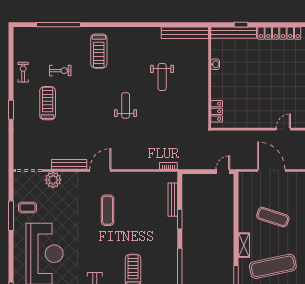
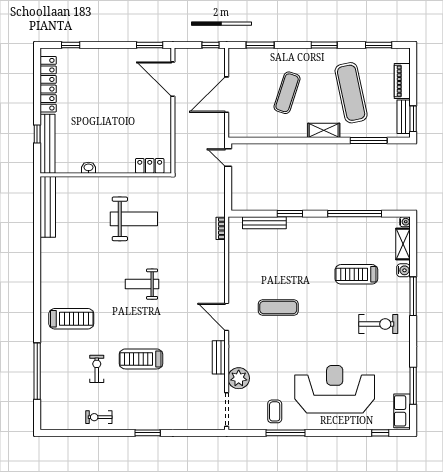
weight bench: (162, 77) -> (134, 219), moved, width x1.36, depth x1.33
treadmill: (48, 103) -> (141, 359), moved
door: (283, 129) -> (173, 79), width x1.88
bench: (69, 164) -> (219, 357), width x0.73

